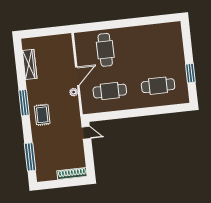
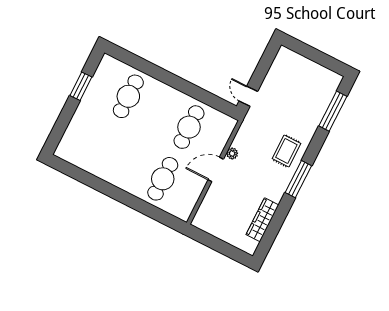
cafe table: (158, 86) -> (128, 96), turned 90
cafe table: (110, 91) -> (189, 127), turned 90
shoe rack: (72, 174) -> (296, 59), removed

